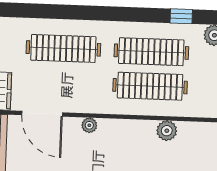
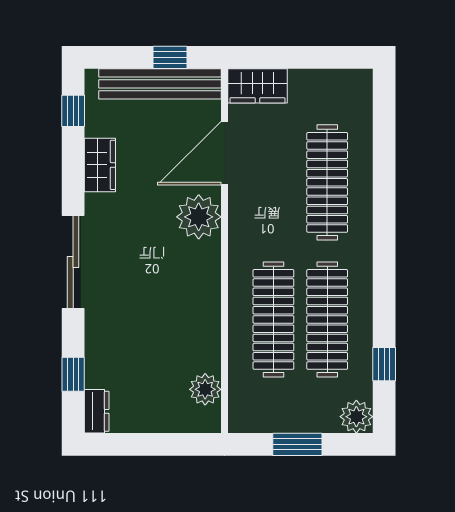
plant: (89, 125) -> (199, 217), width x1.88, depth x1.88
plant: (167, 131) -> (205, 389), moved

